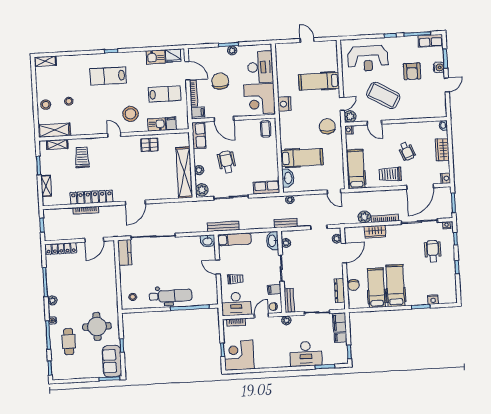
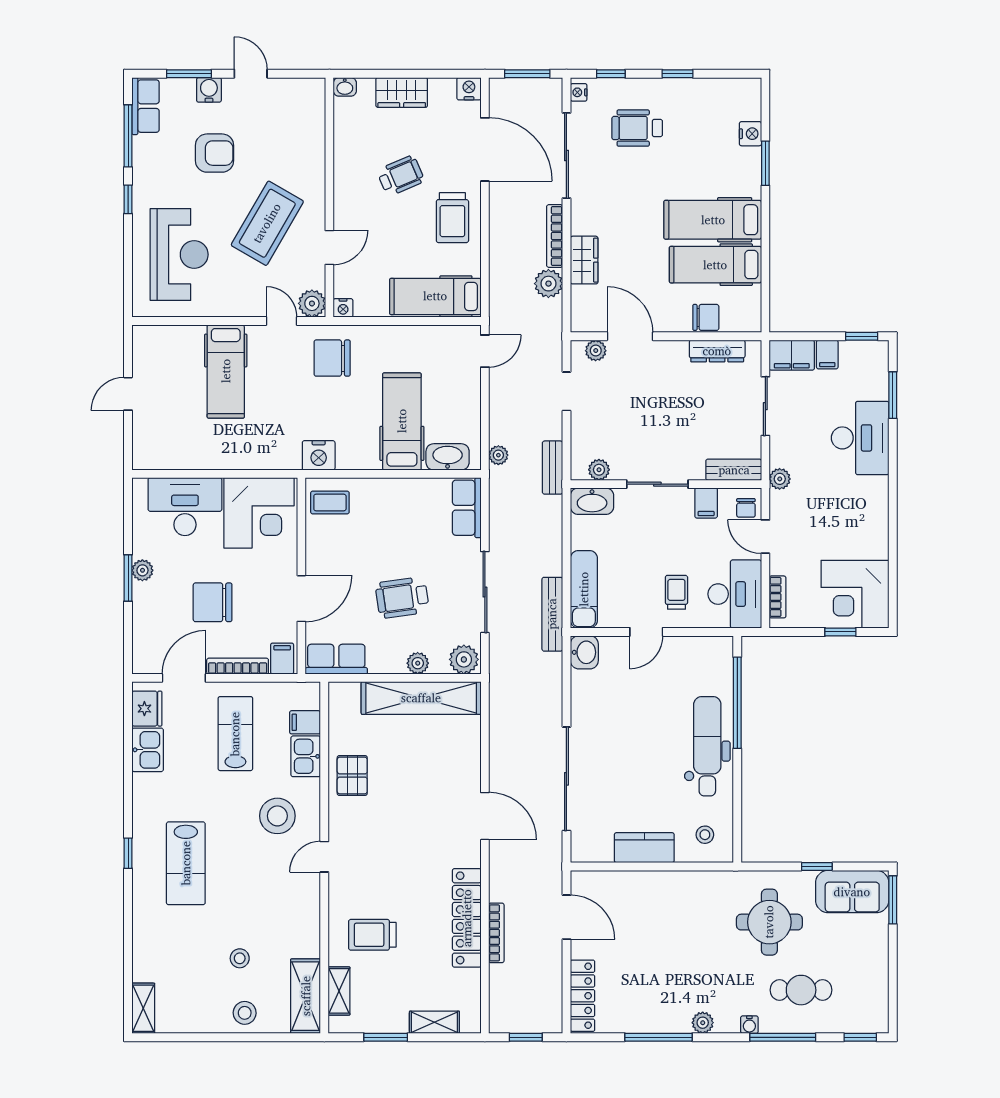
nightstand: (284, 104) -> (319, 455), moved
kitchen counter: (125, 253) -> (644, 848), moved

